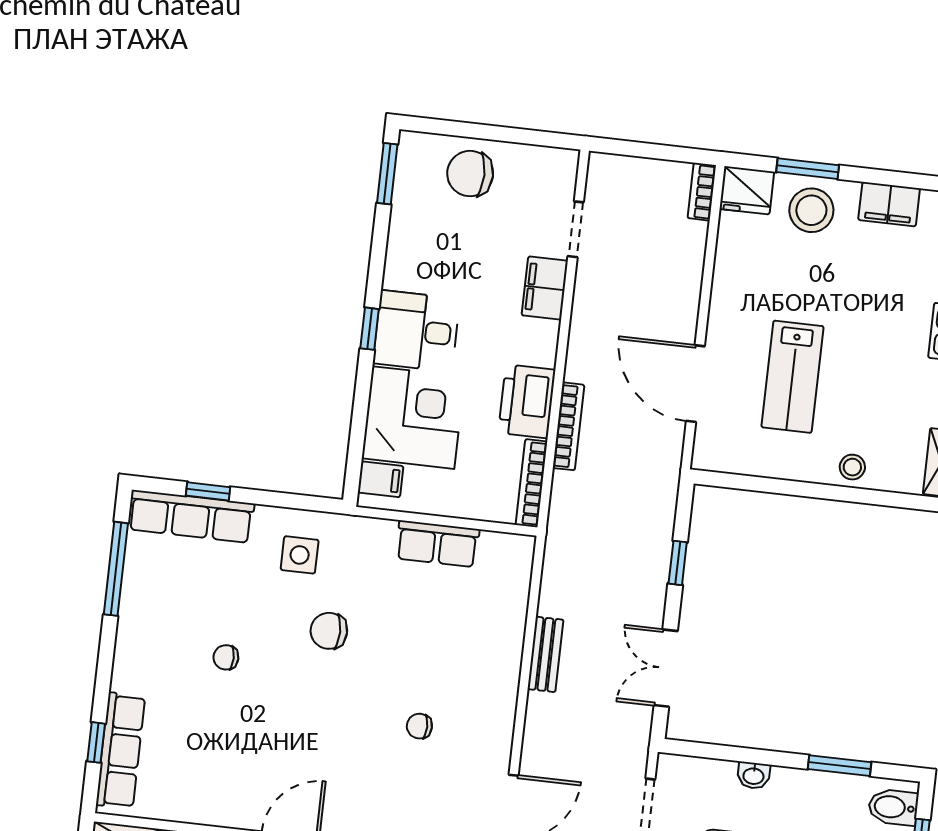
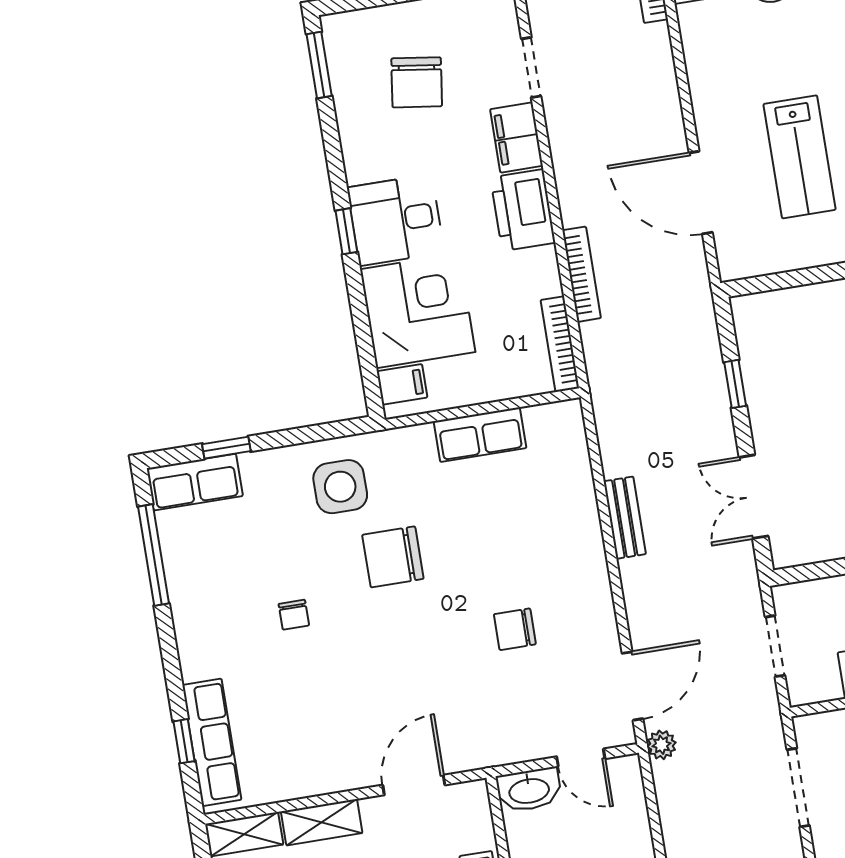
chair: (470, 174) -> (417, 82), moved, turned -82
printer: (527, 401) -> (523, 210), moved
row of seats: (191, 516) -> (195, 482), width x0.68
side table: (300, 555) -> (340, 487), width x1.37, depth x1.37
chair: (329, 631) -> (393, 557), width x1.37, depth x1.37
chair: (226, 657) -> (294, 615), turned -90
chair: (419, 726) -> (515, 629), width x1.37, depth x1.37

